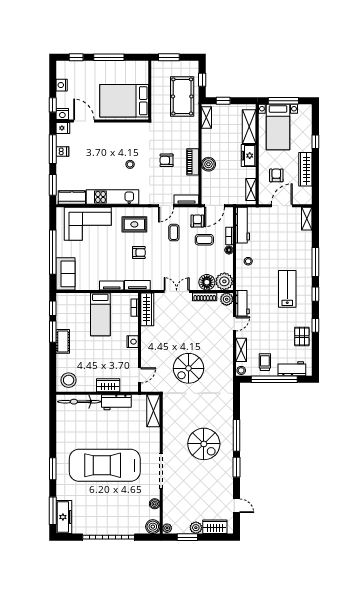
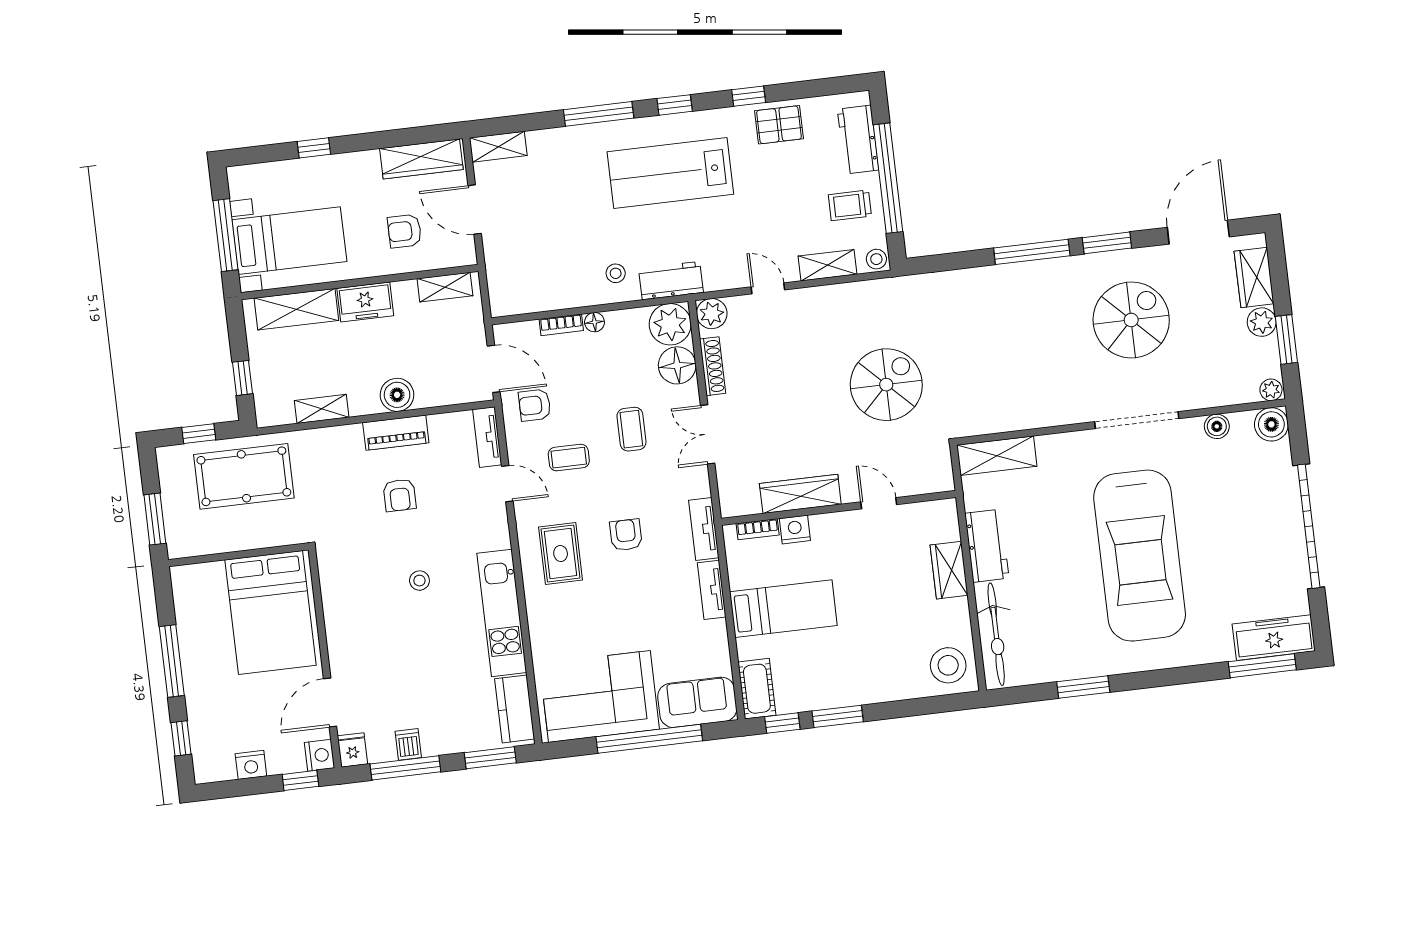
shelving: (206, 118) -> (322, 409), moved
wardrobe: (305, 169) -> (421, 159), moved
corner sofa: (88, 224) -> (599, 696), moved, turned -90
workbench: (243, 225) -> (532, 297), removed
coffee table: (204, 240) -> (631, 429), moved
lab bench: (287, 289) -> (670, 173), width x1.36, depth x1.39
workbench: (242, 303) -> (671, 281), moved
wardrobe: (147, 309) -> (800, 494), moved
cot: (63, 341) -> (757, 689), moved, turned 90
nightstand: (133, 342) -> (795, 529), moved
spiral stairs: (188, 368) -> (886, 385), turned -90
door: (139, 375) -> (879, 503), moved
spiral stairs: (204, 444) -> (1131, 320), moved
window: (53, 469) -> (1083, 687), moved
door: (236, 506) -> (1198, 232), width x1.87

